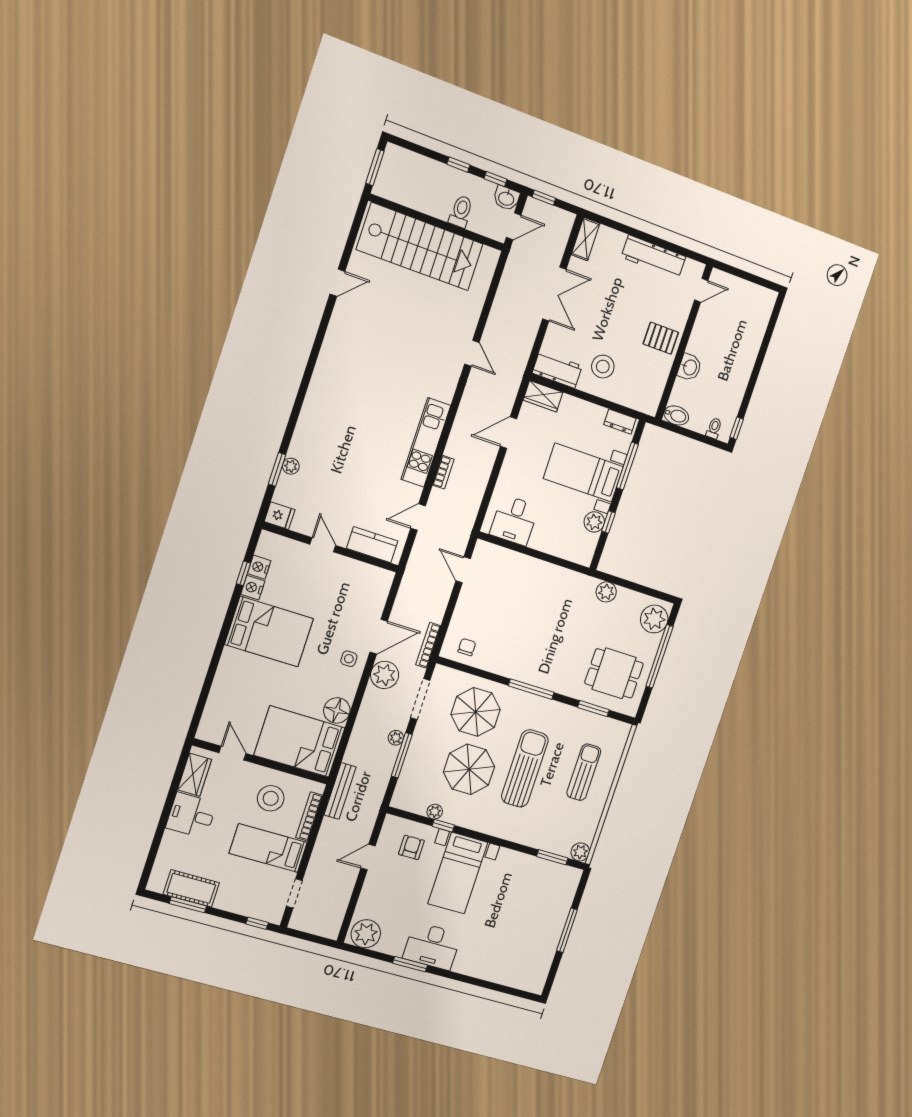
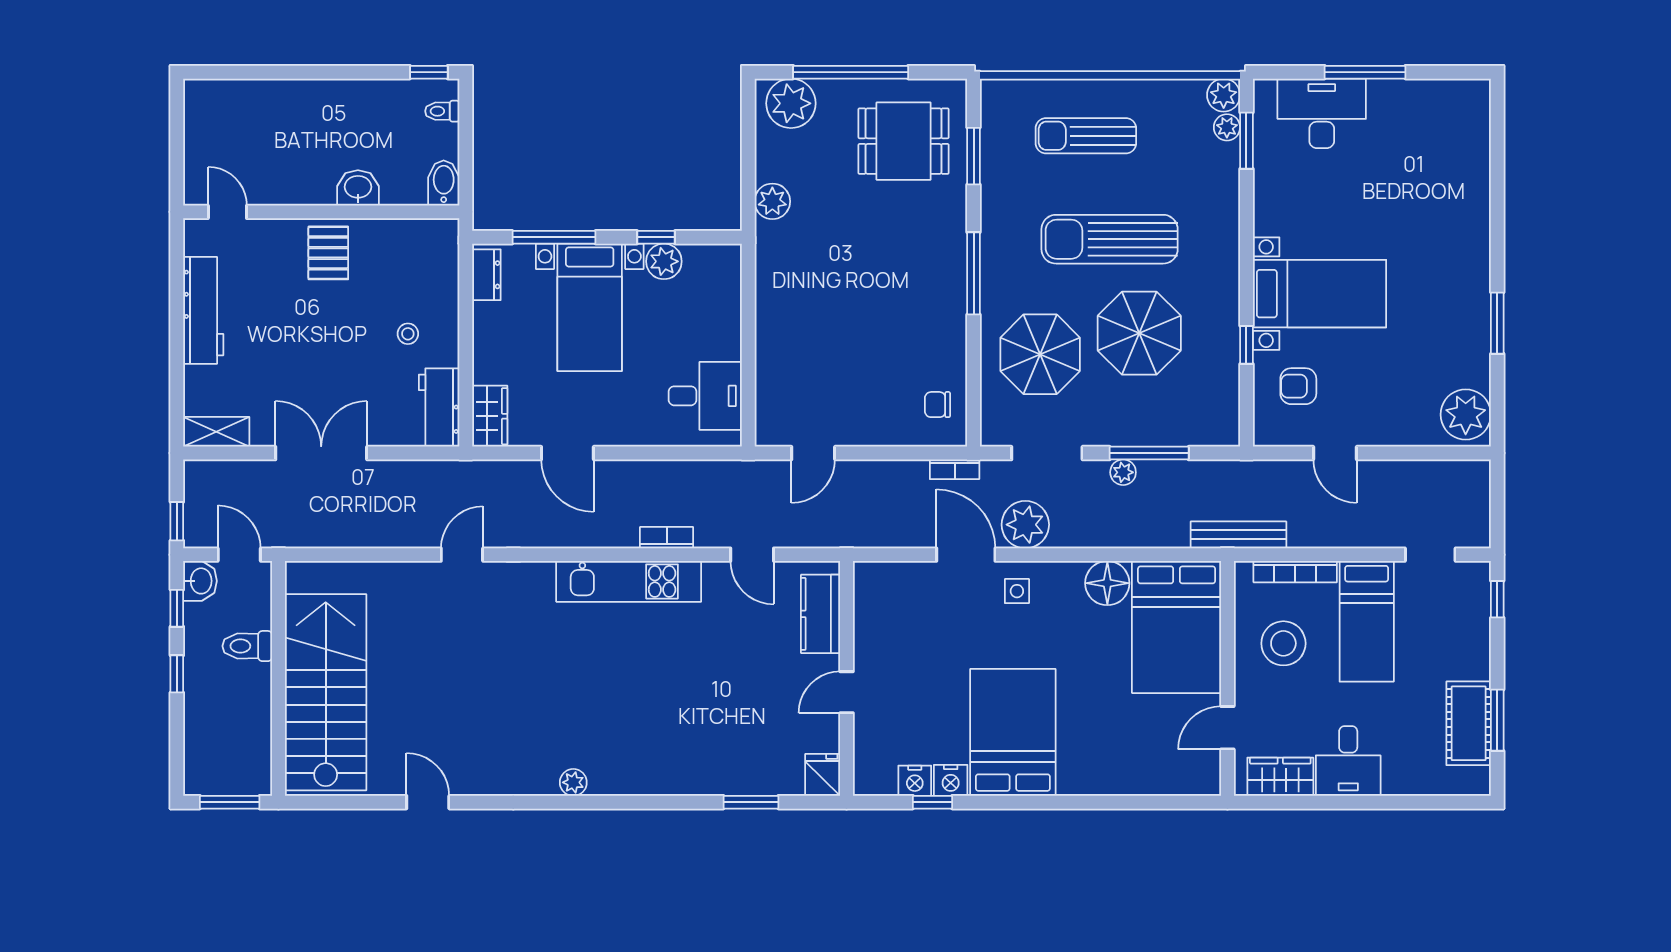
stool: (603, 367) -> (408, 334), width x0.53, depth x0.53
plant: (291, 466) -> (573, 782), moved
bookcase: (428, 645) -> (955, 469), width x0.64
dining table: (614, 673) -> (904, 141), turned 90
plant: (435, 812) -> (1227, 127), moved
desk: (432, 946) -> (1322, 113), moved, turned -90

